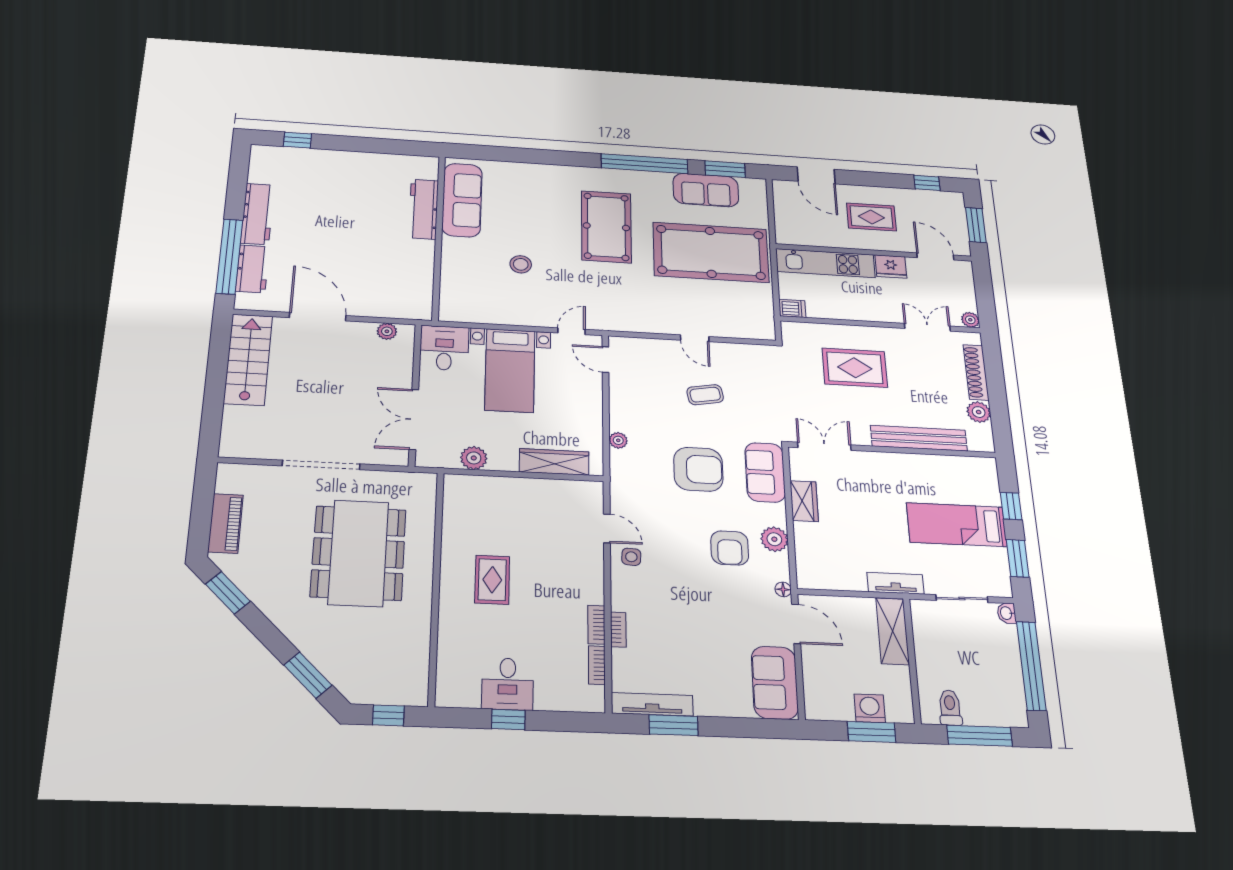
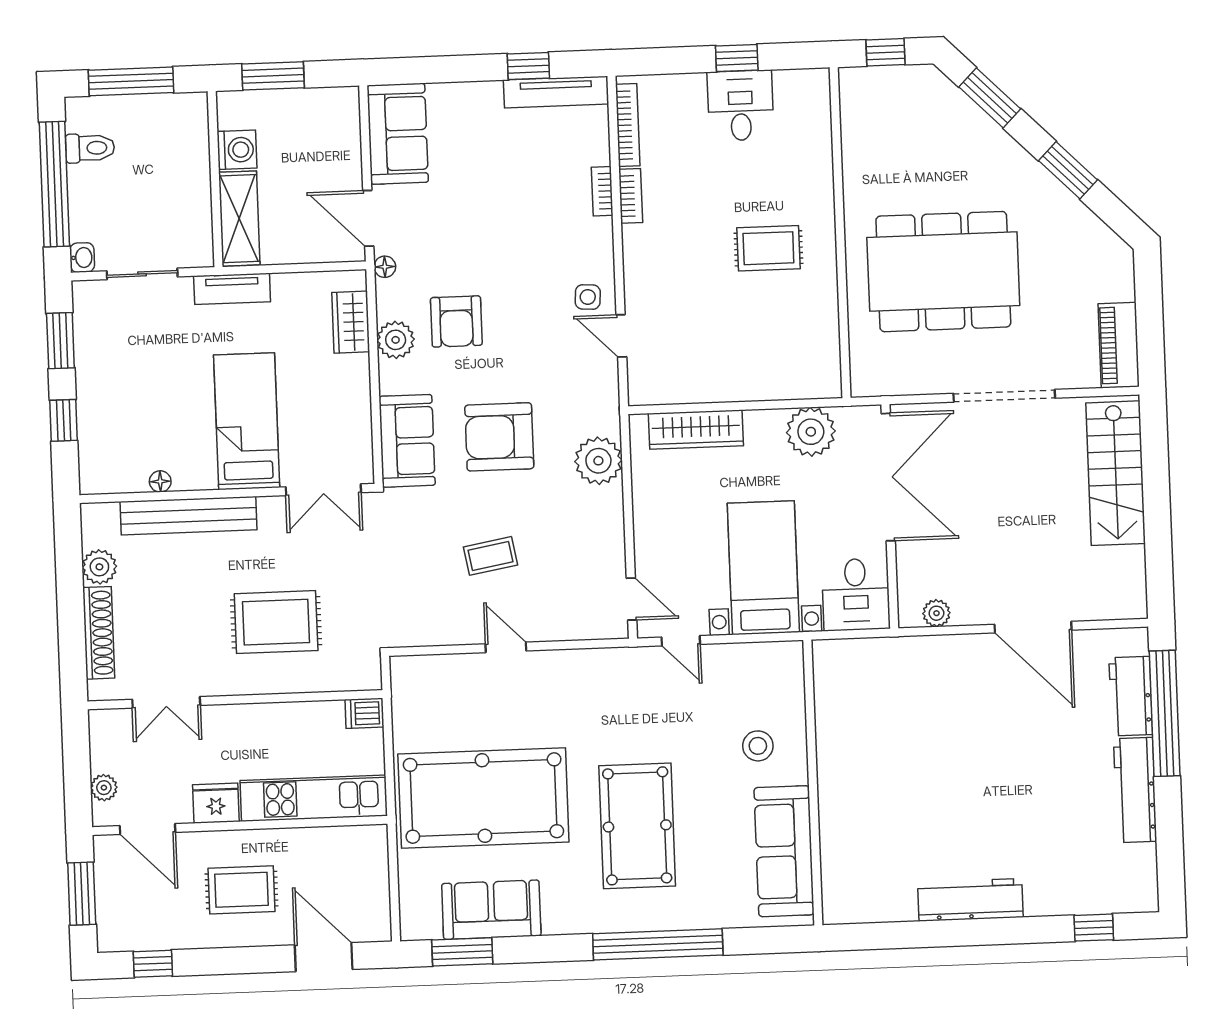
window: (645, 164) -> (658, 944), moved
sofa: (462, 200) -> (784, 851), moved
workbench: (424, 209) -> (970, 900), moved, turned -90
wall: (439, 237) -> (813, 782), moved
plant: (970, 320) -> (104, 788), moved
door: (572, 331) -> (681, 641), hinge flipped
stairs: (248, 359) -> (1116, 473), moved
double door: (414, 419) -> (888, 477), width x1.36
plant: (618, 440) -> (598, 461), width x1.88, depth x1.88
plant: (474, 458) -> (811, 432), width x1.36, depth x1.36
floor lamp: (940, 461) -> (160, 481), added
wardrobe: (804, 501) -> (351, 322), moved
piano: (226, 523) -> (1119, 345), moved
bed: (957, 525) -> (247, 421), moved, turned -90
armchair: (730, 548) -> (456, 321), turned 180
dining table: (358, 553) -> (943, 272), turned 90
rug: (492, 580) -> (768, 248), turned 90
window: (228, 593) -> (1068, 170), moved
bookcase: (597, 665) -> (628, 125), width x1.56
washing machine: (870, 708) -> (237, 150), moved, turned -90
toilet: (950, 708) -> (90, 148), moved, turned -90
window: (674, 725) -> (528, 66), width x0.67

